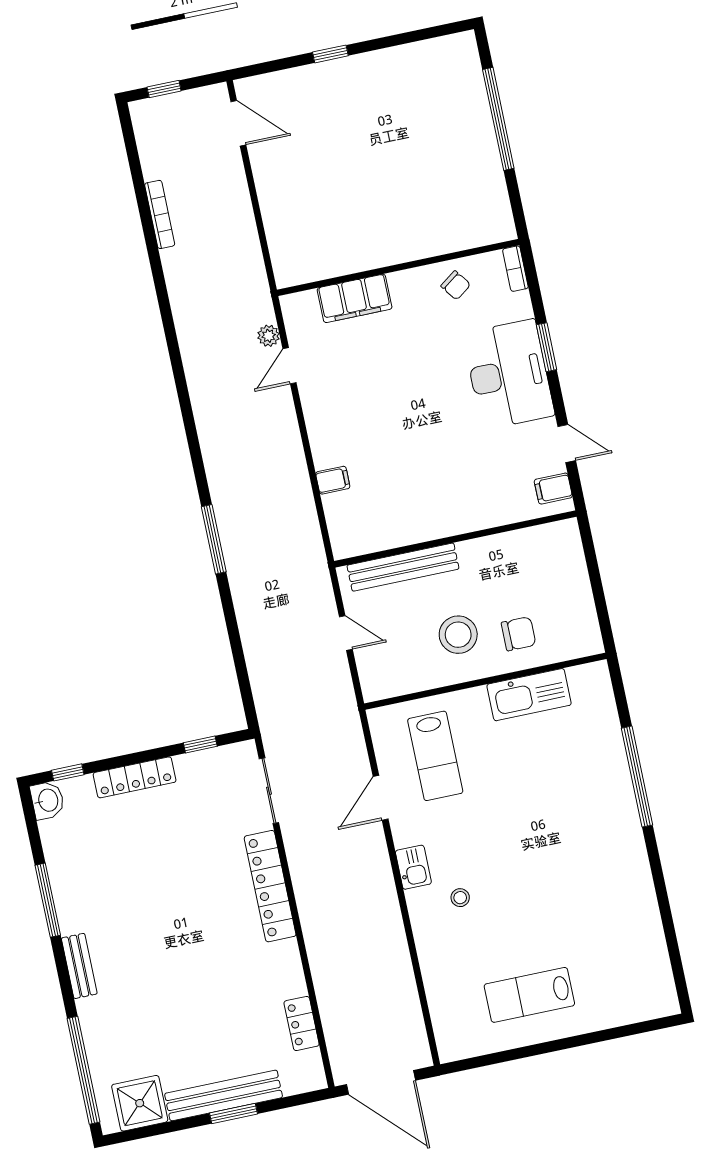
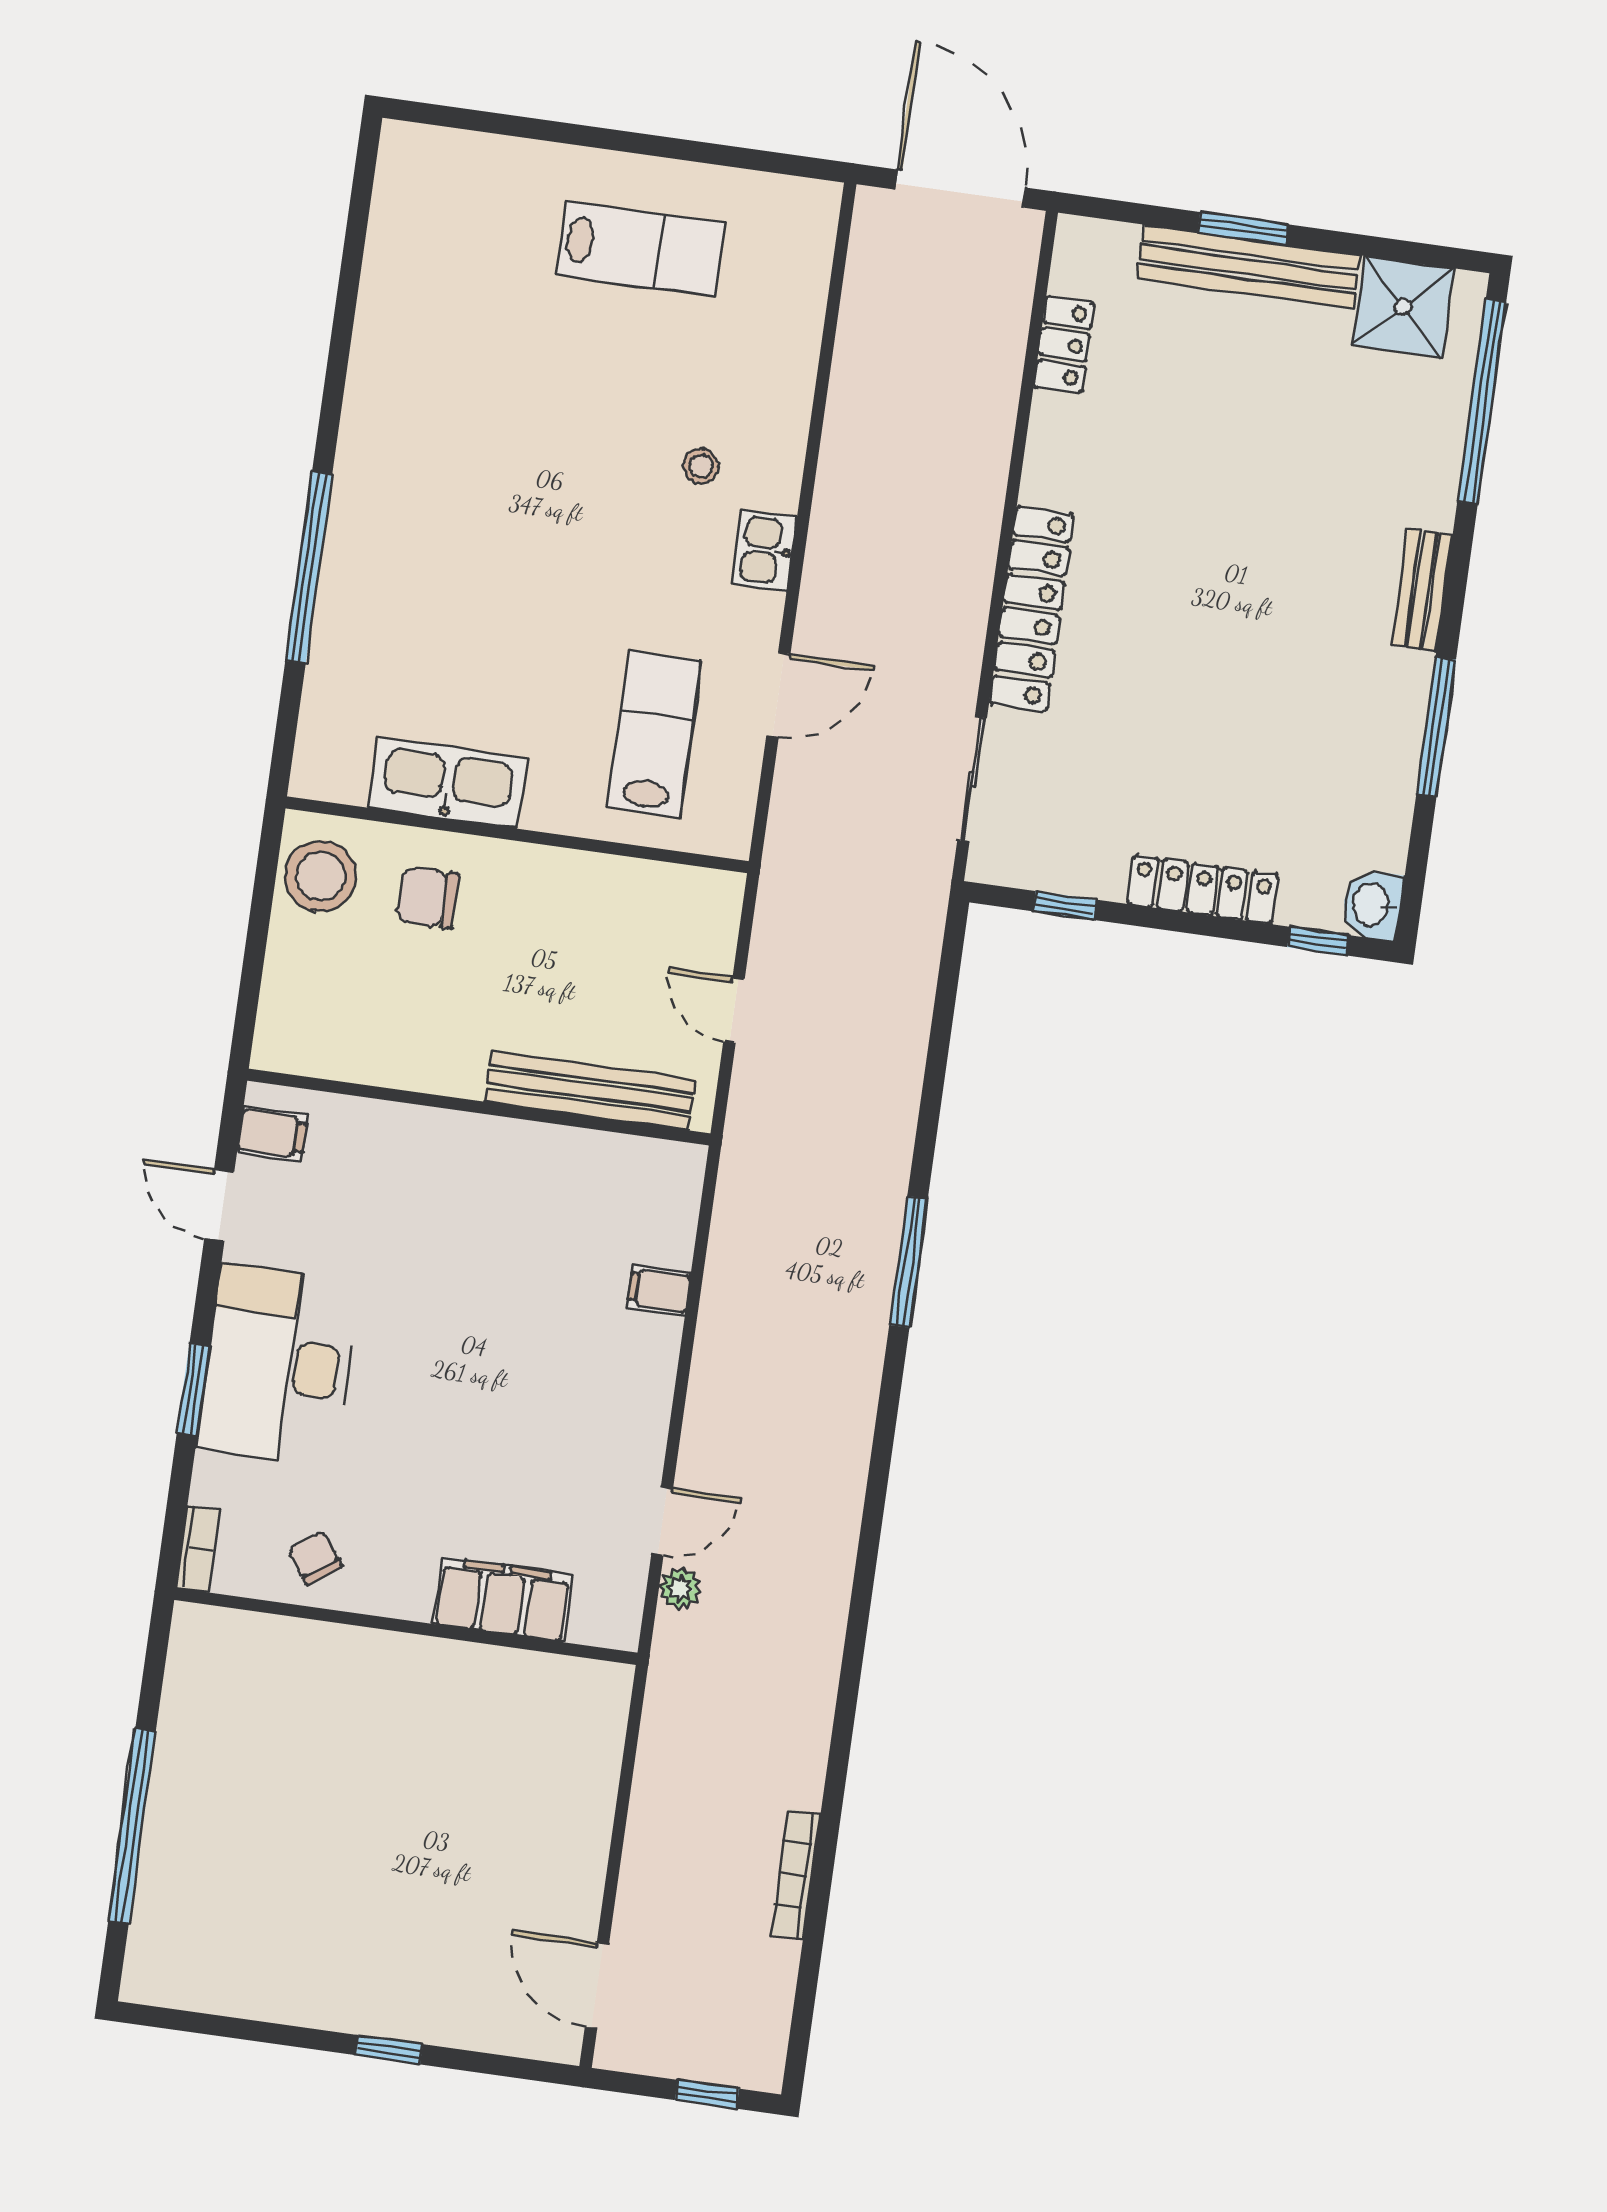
stool: (458, 635) -> (321, 876), moved

